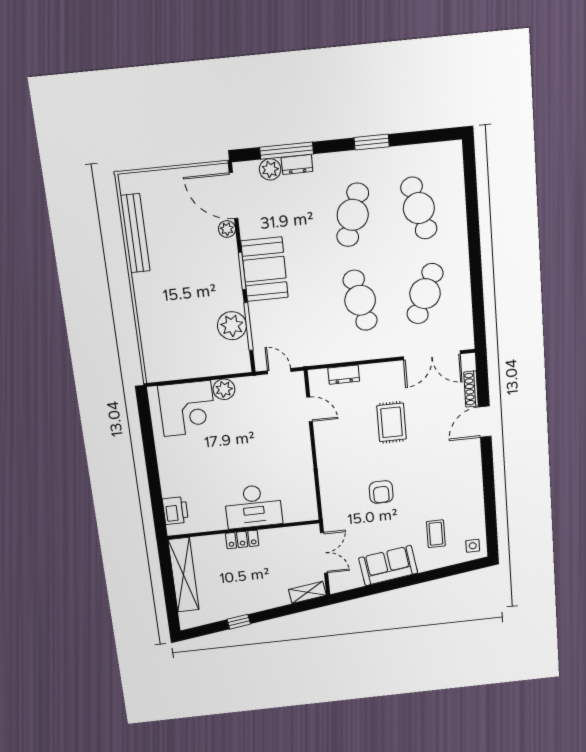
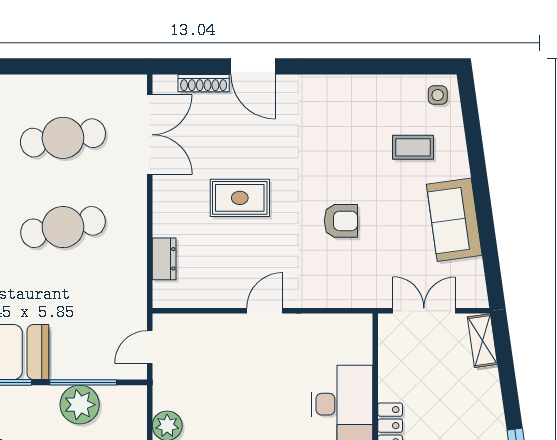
cafe table: (425, 294) -> (63, 138), turned -33
door: (310, 409) -> (265, 311), moved

